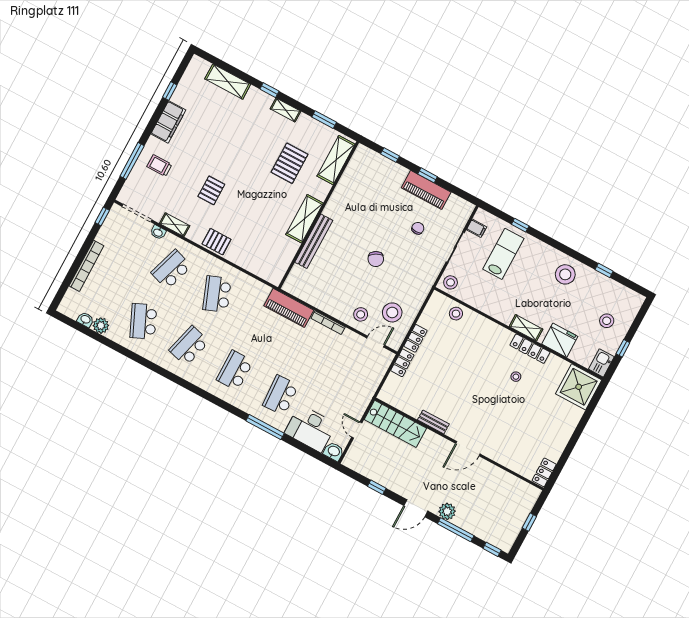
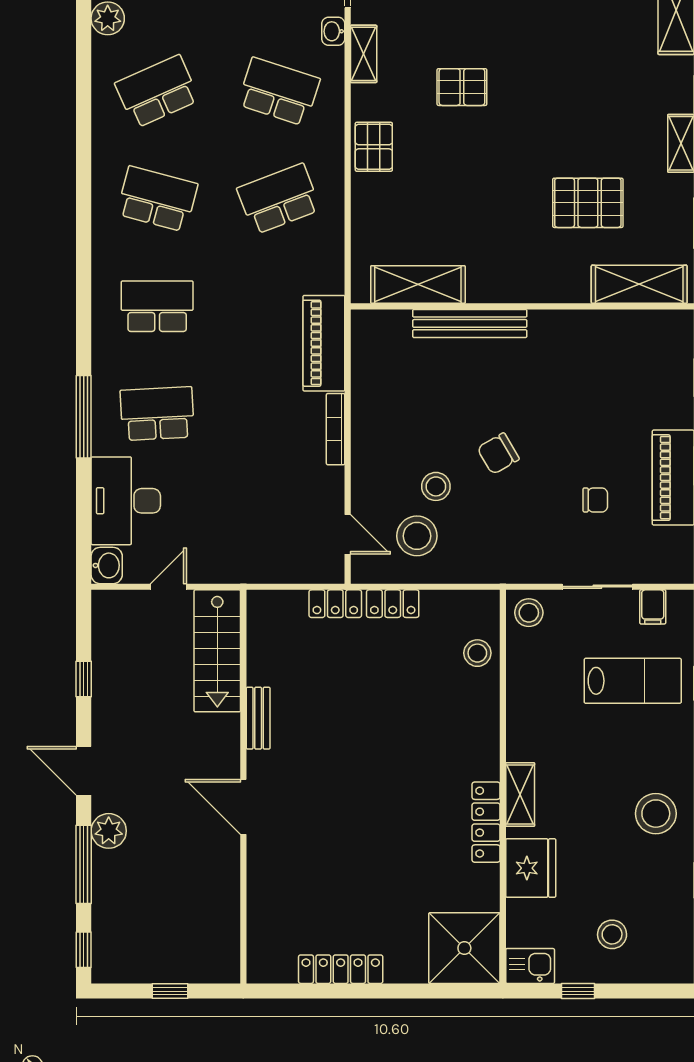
shelving: (305, 219) -> (418, 284), moved
stool: (361, 314) -> (436, 486), moved
stool: (516, 377) -> (421, 824), removed
locker: (544, 472) -> (341, 969), moved, width x1.53

